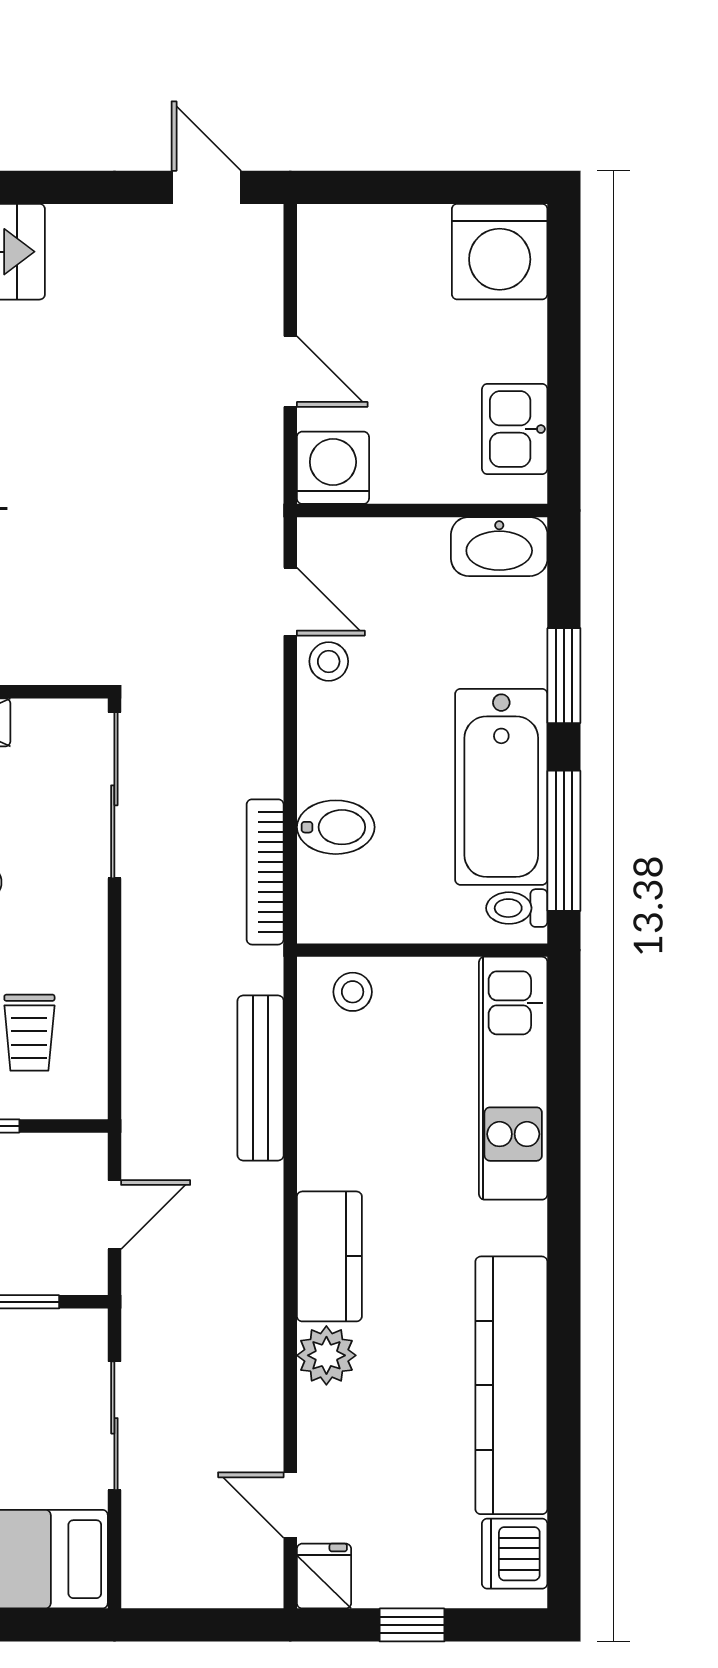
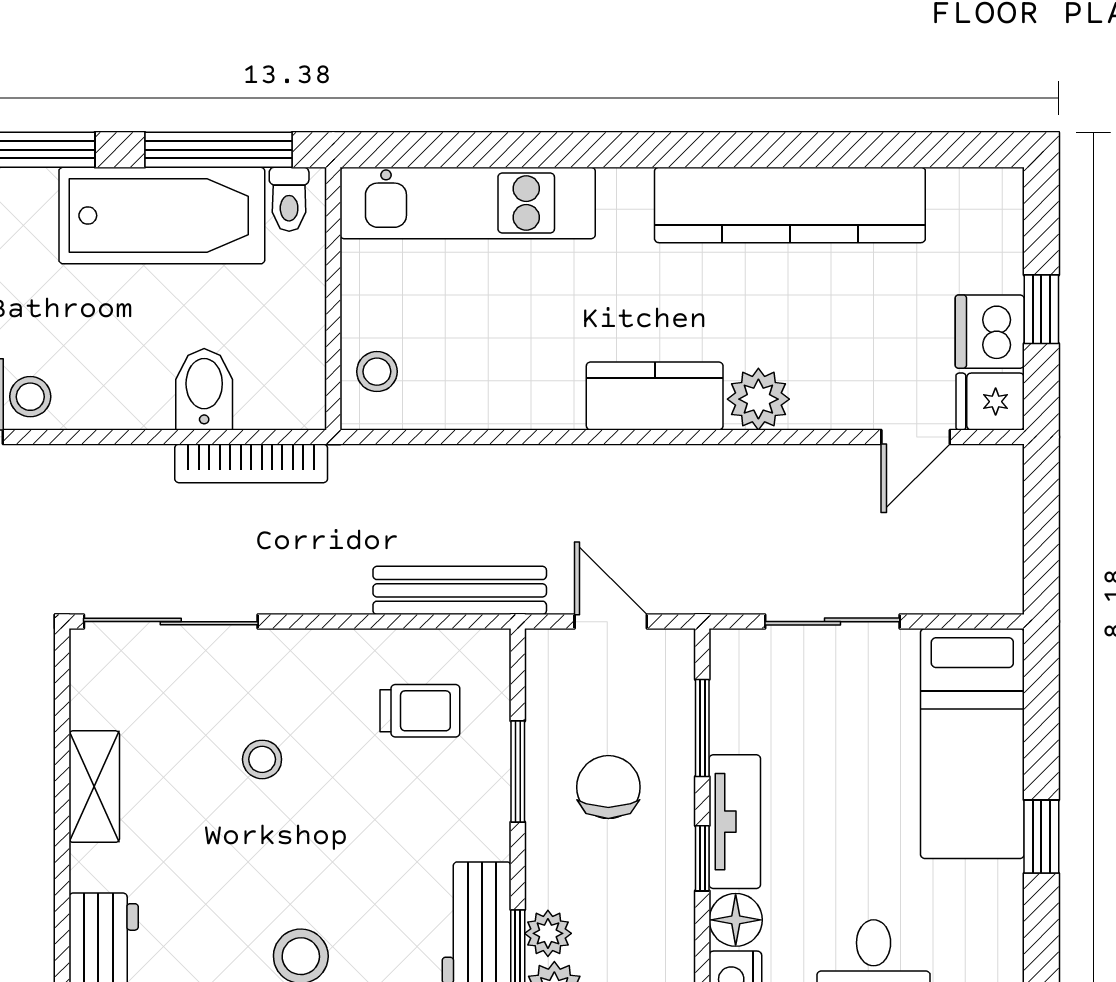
bench: (261, 1078) -> (460, 590), moved
dishwasher: (515, 1554) -> (990, 332), moved, turned 90

